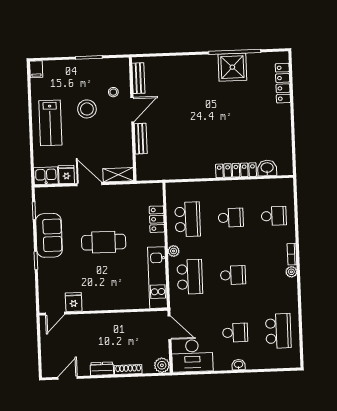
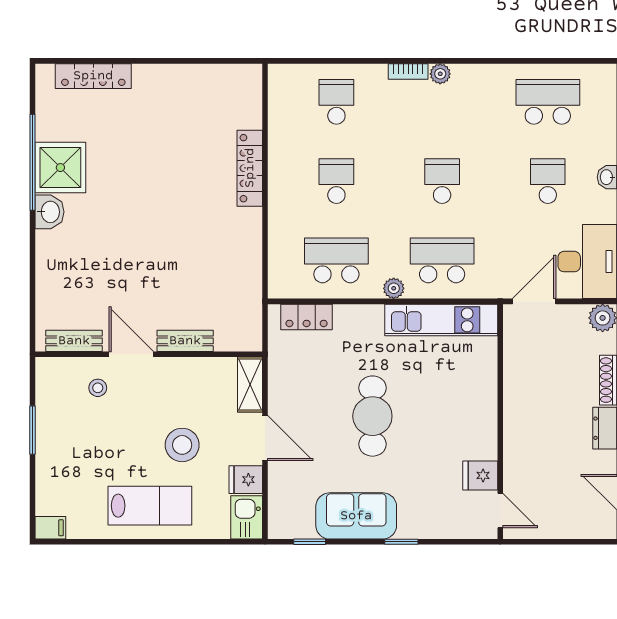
stool: (87, 109) -> (182, 445), moved
washbasin: (267, 168) -> (50, 212), moved, turned 180
door: (89, 184) -> (265, 438), swing flipped
locker: (157, 219) -> (307, 317), moved

